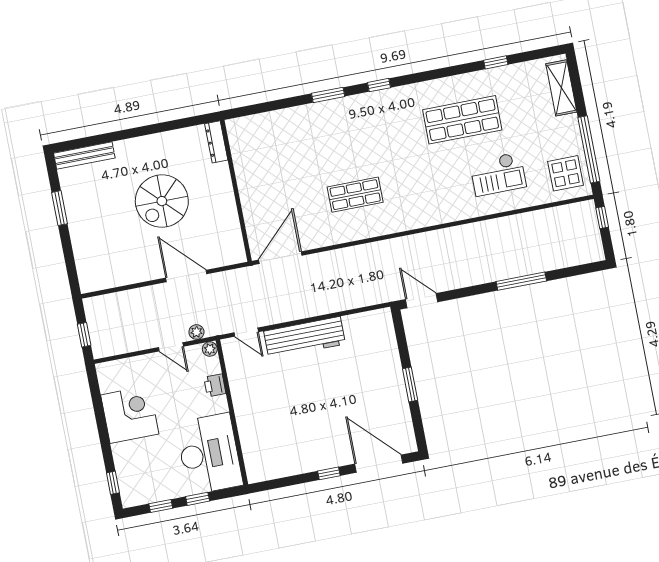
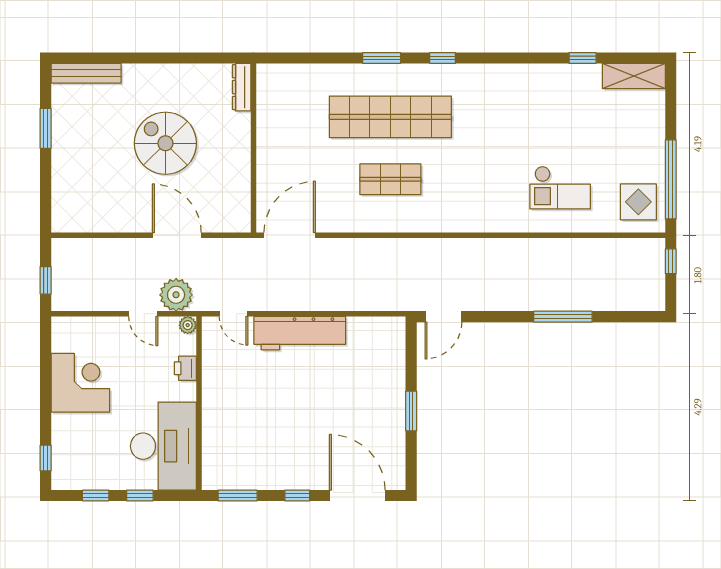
shelving: (561, 88) -> (634, 76), moved, turned 90
shop shelf: (462, 120) -> (390, 117), moved, width x1.40
spiral stairs: (162, 201) -> (165, 143), turned 90
door: (422, 301) -> (443, 317), swing flipped
plant: (196, 332) -> (176, 295), width x1.87, depth x1.87
window: (279, 483) -> (238, 496), added

